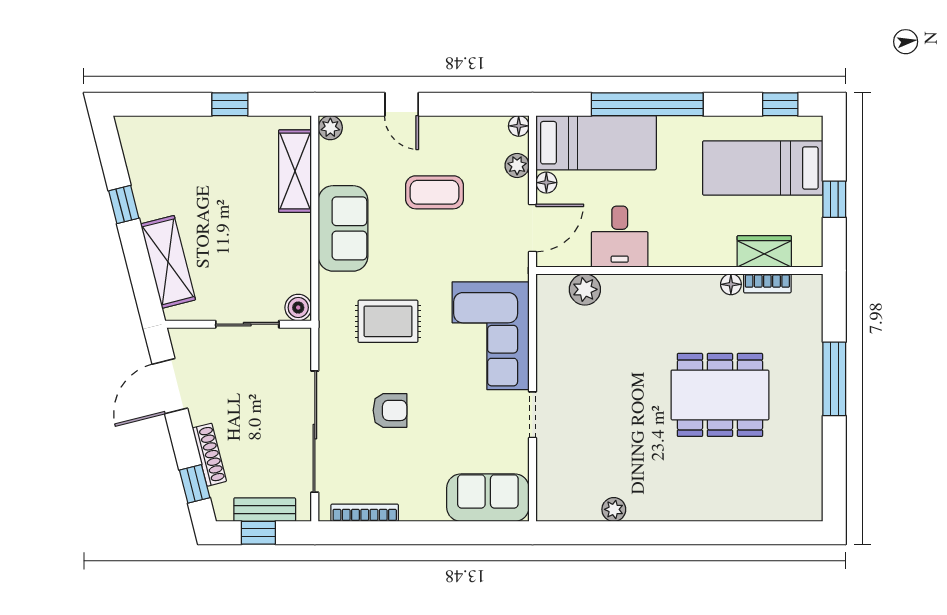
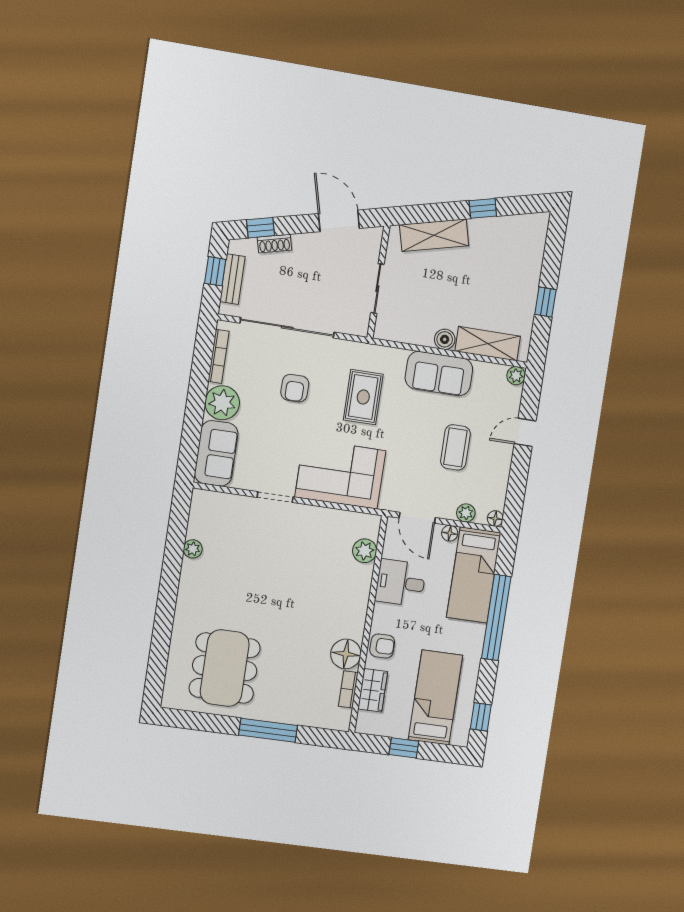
armchair: (705, 248) -> (382, 646), added
floor lamp: (731, 284) -> (346, 654), width x1.89, depth x1.89
boiler: (298, 308) -> (445, 339), moved
dining table: (720, 395) -> (225, 668), moved
shoe rack: (209, 455) -> (274, 244), width x0.70
plant: (423, 500) -> (222, 403), added

